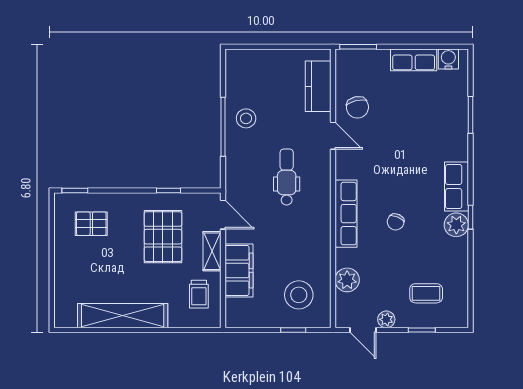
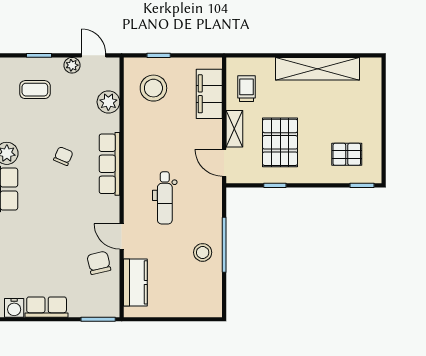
filing cabinet: (239, 270) -> (209, 94), moved

